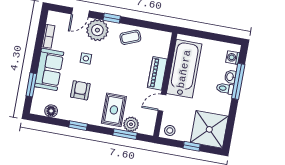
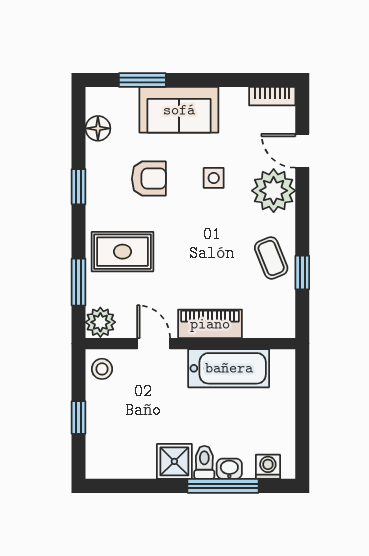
window: (112, 18) -> (302, 273), moved
bookcase: (48, 36) -> (272, 96), moved
bathtub: (184, 69) -> (229, 368), width x0.73, depth x0.73
plant: (131, 124) -> (100, 322), moved
shower: (209, 129) -> (174, 461), moved, width x0.54, depth x0.54

